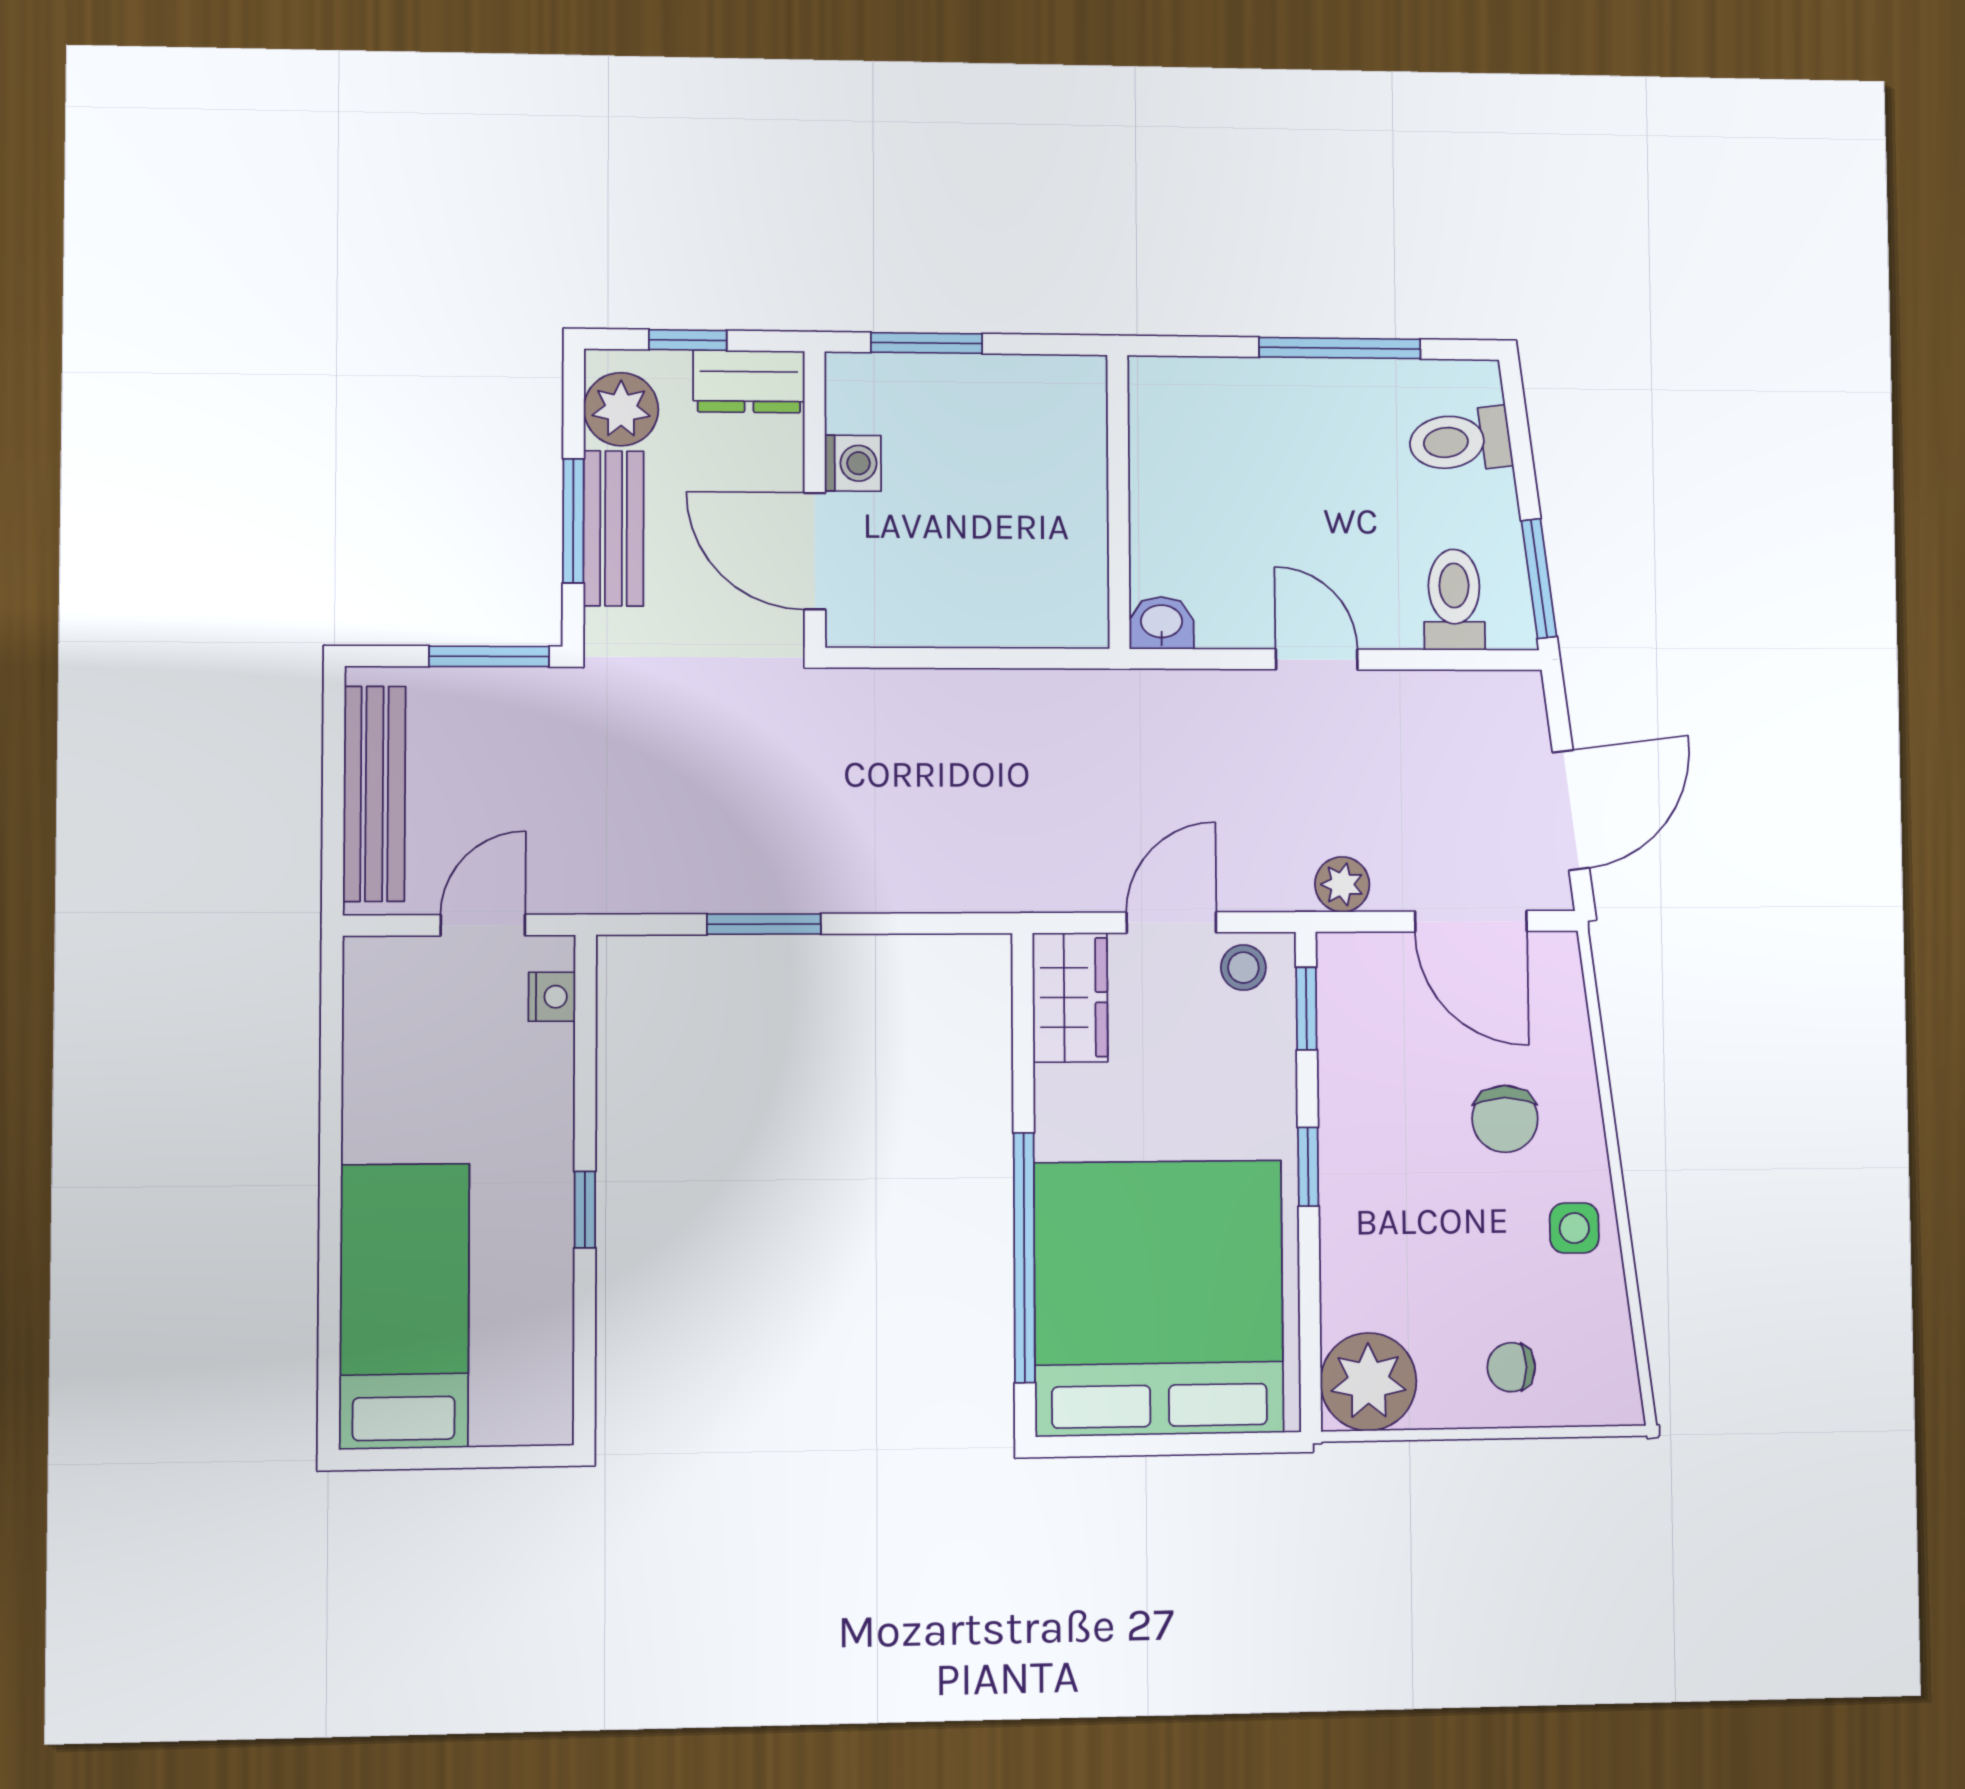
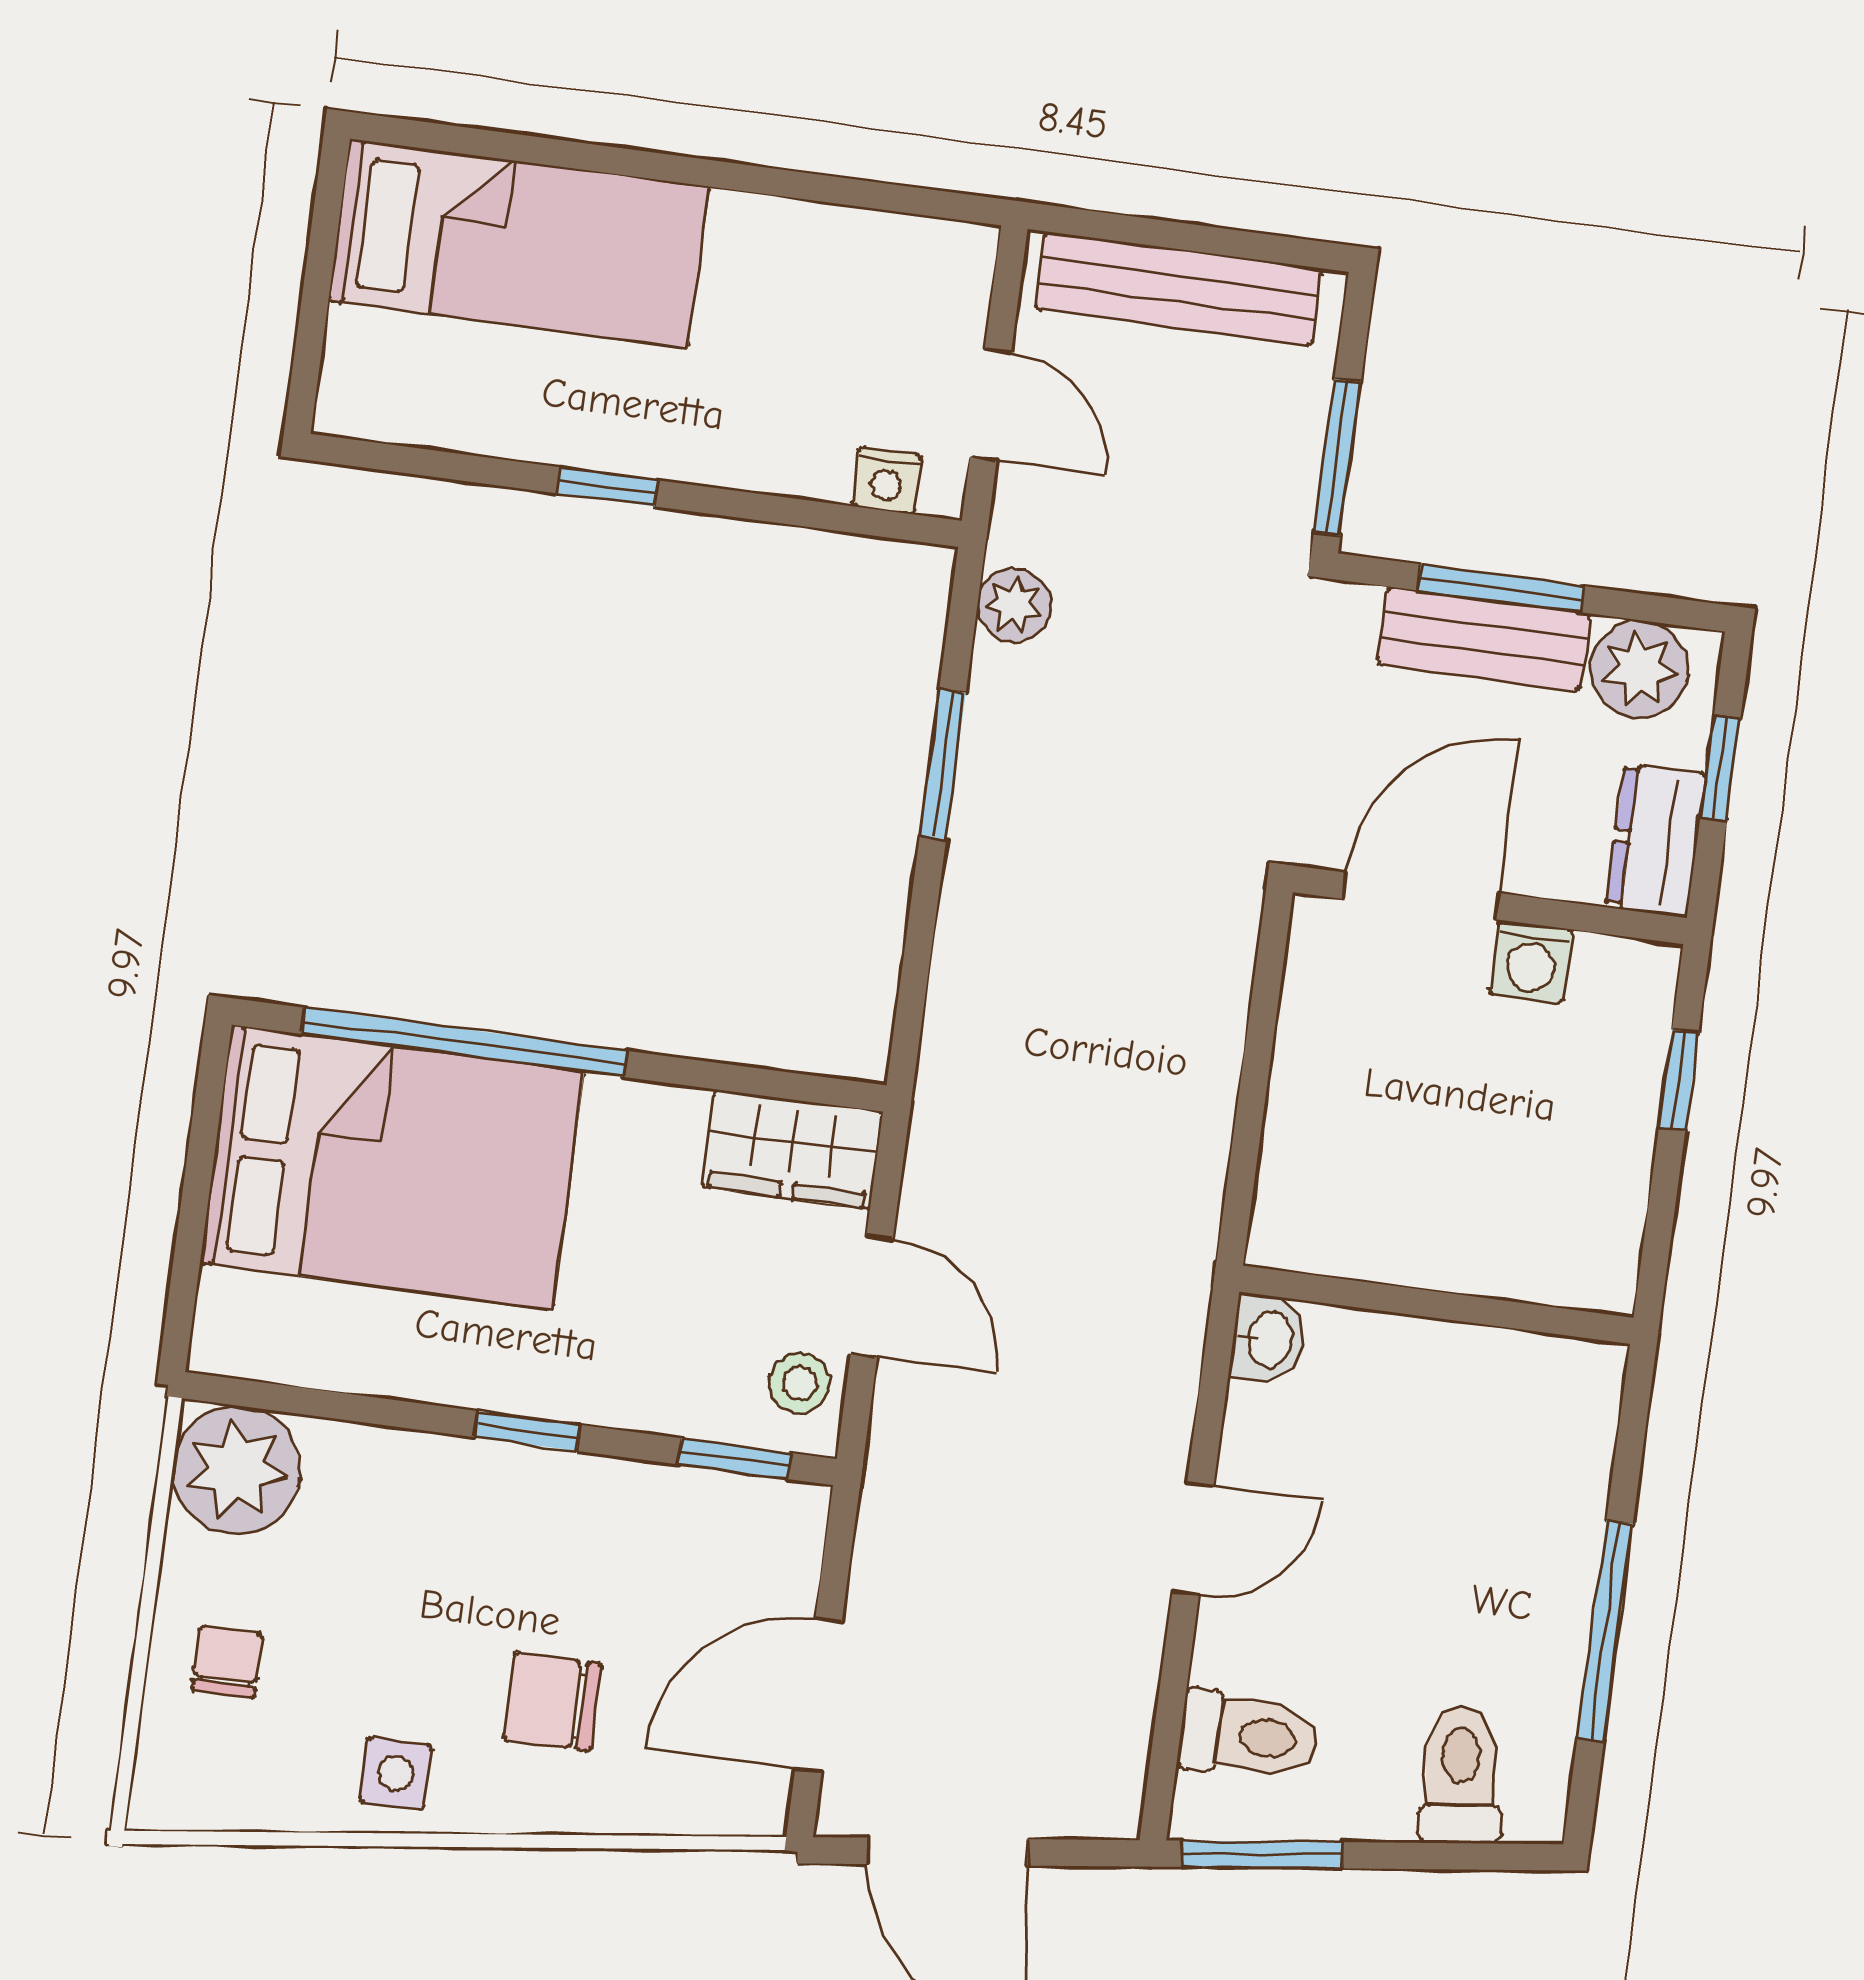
window: (927, 343) -> (1679, 1080), width x0.67
plant: (1342, 884) -> (1014, 605), moved
bed: (1159, 1298) -> (392, 1167), width x0.73

